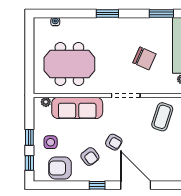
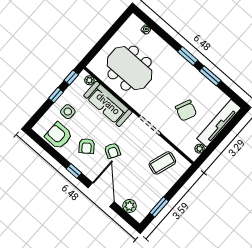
window: (161, 13) -> (210, 76), moved
window: (29, 163) -> (71, 78), moved
plant: (166, 174) -> (130, 206), added

